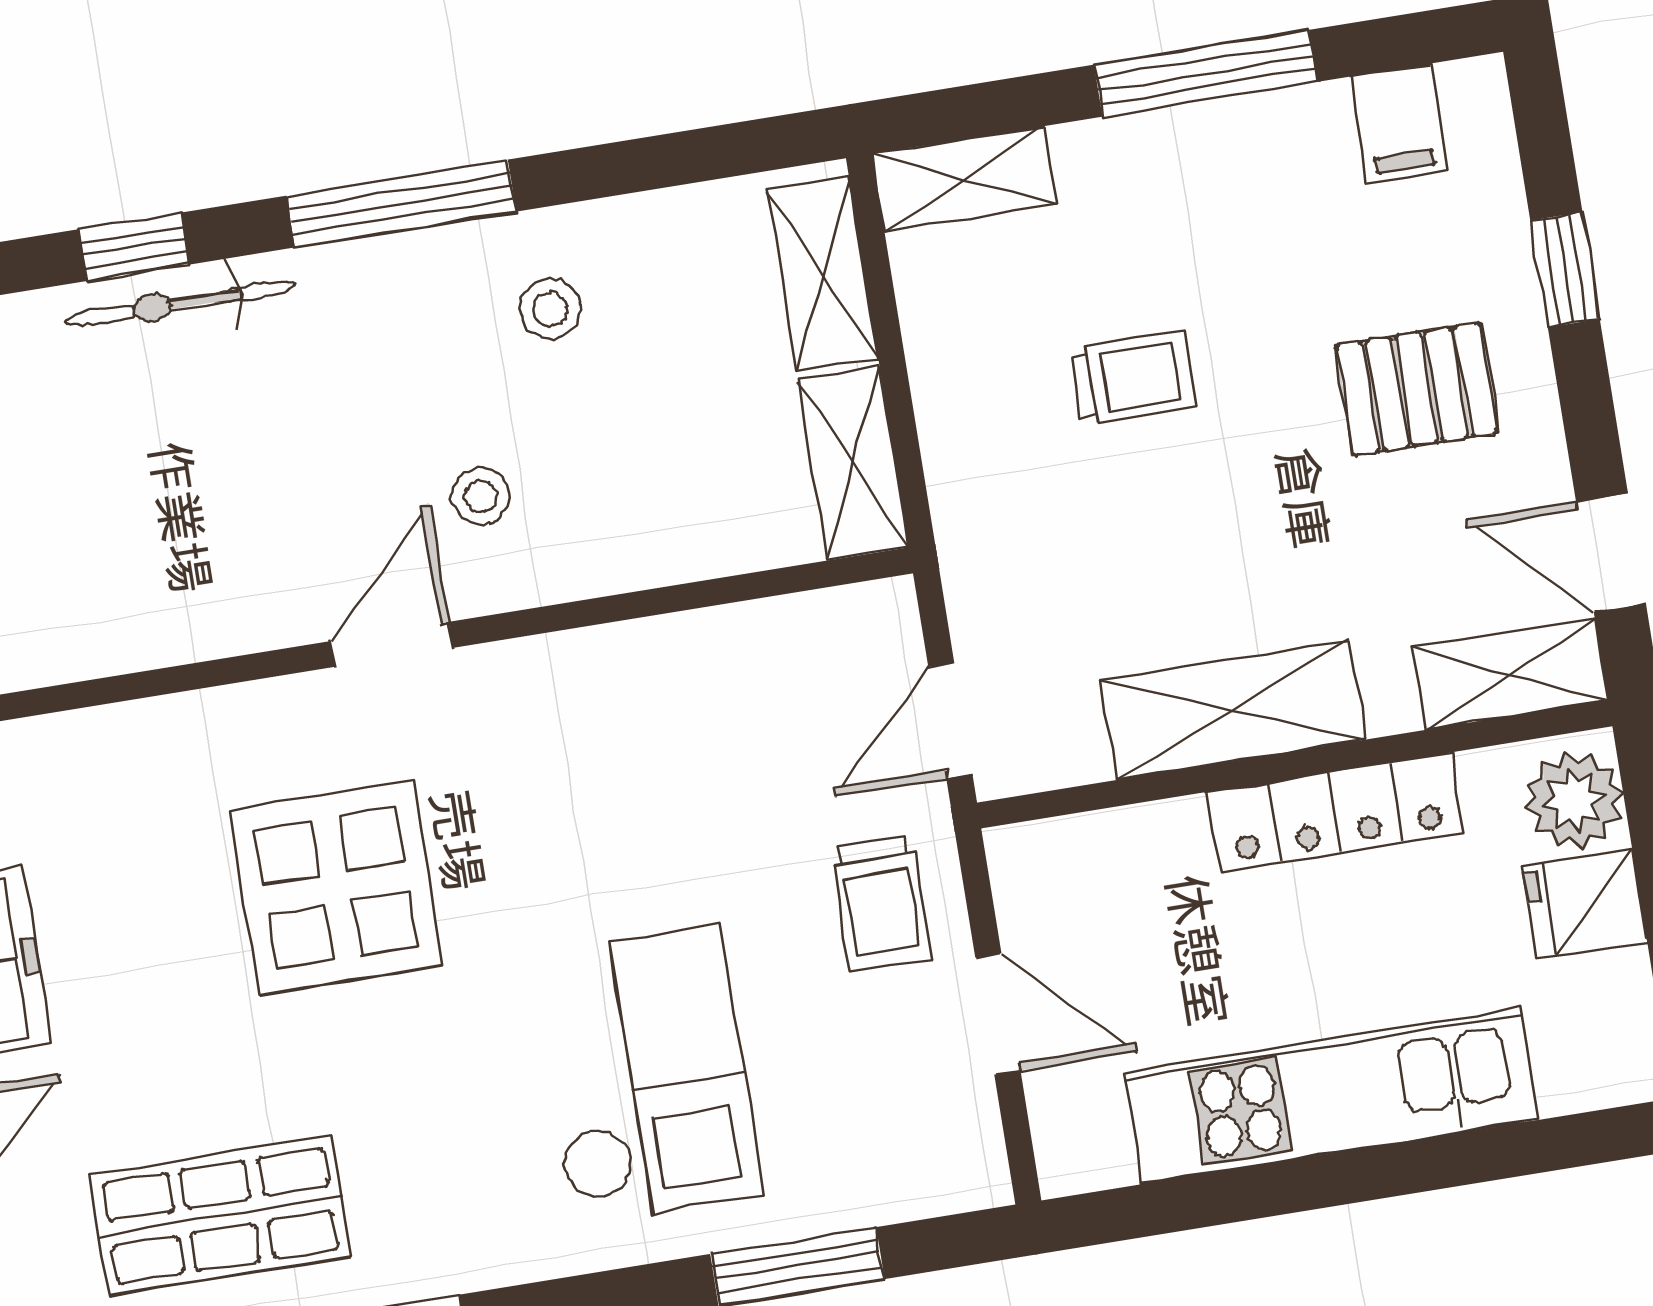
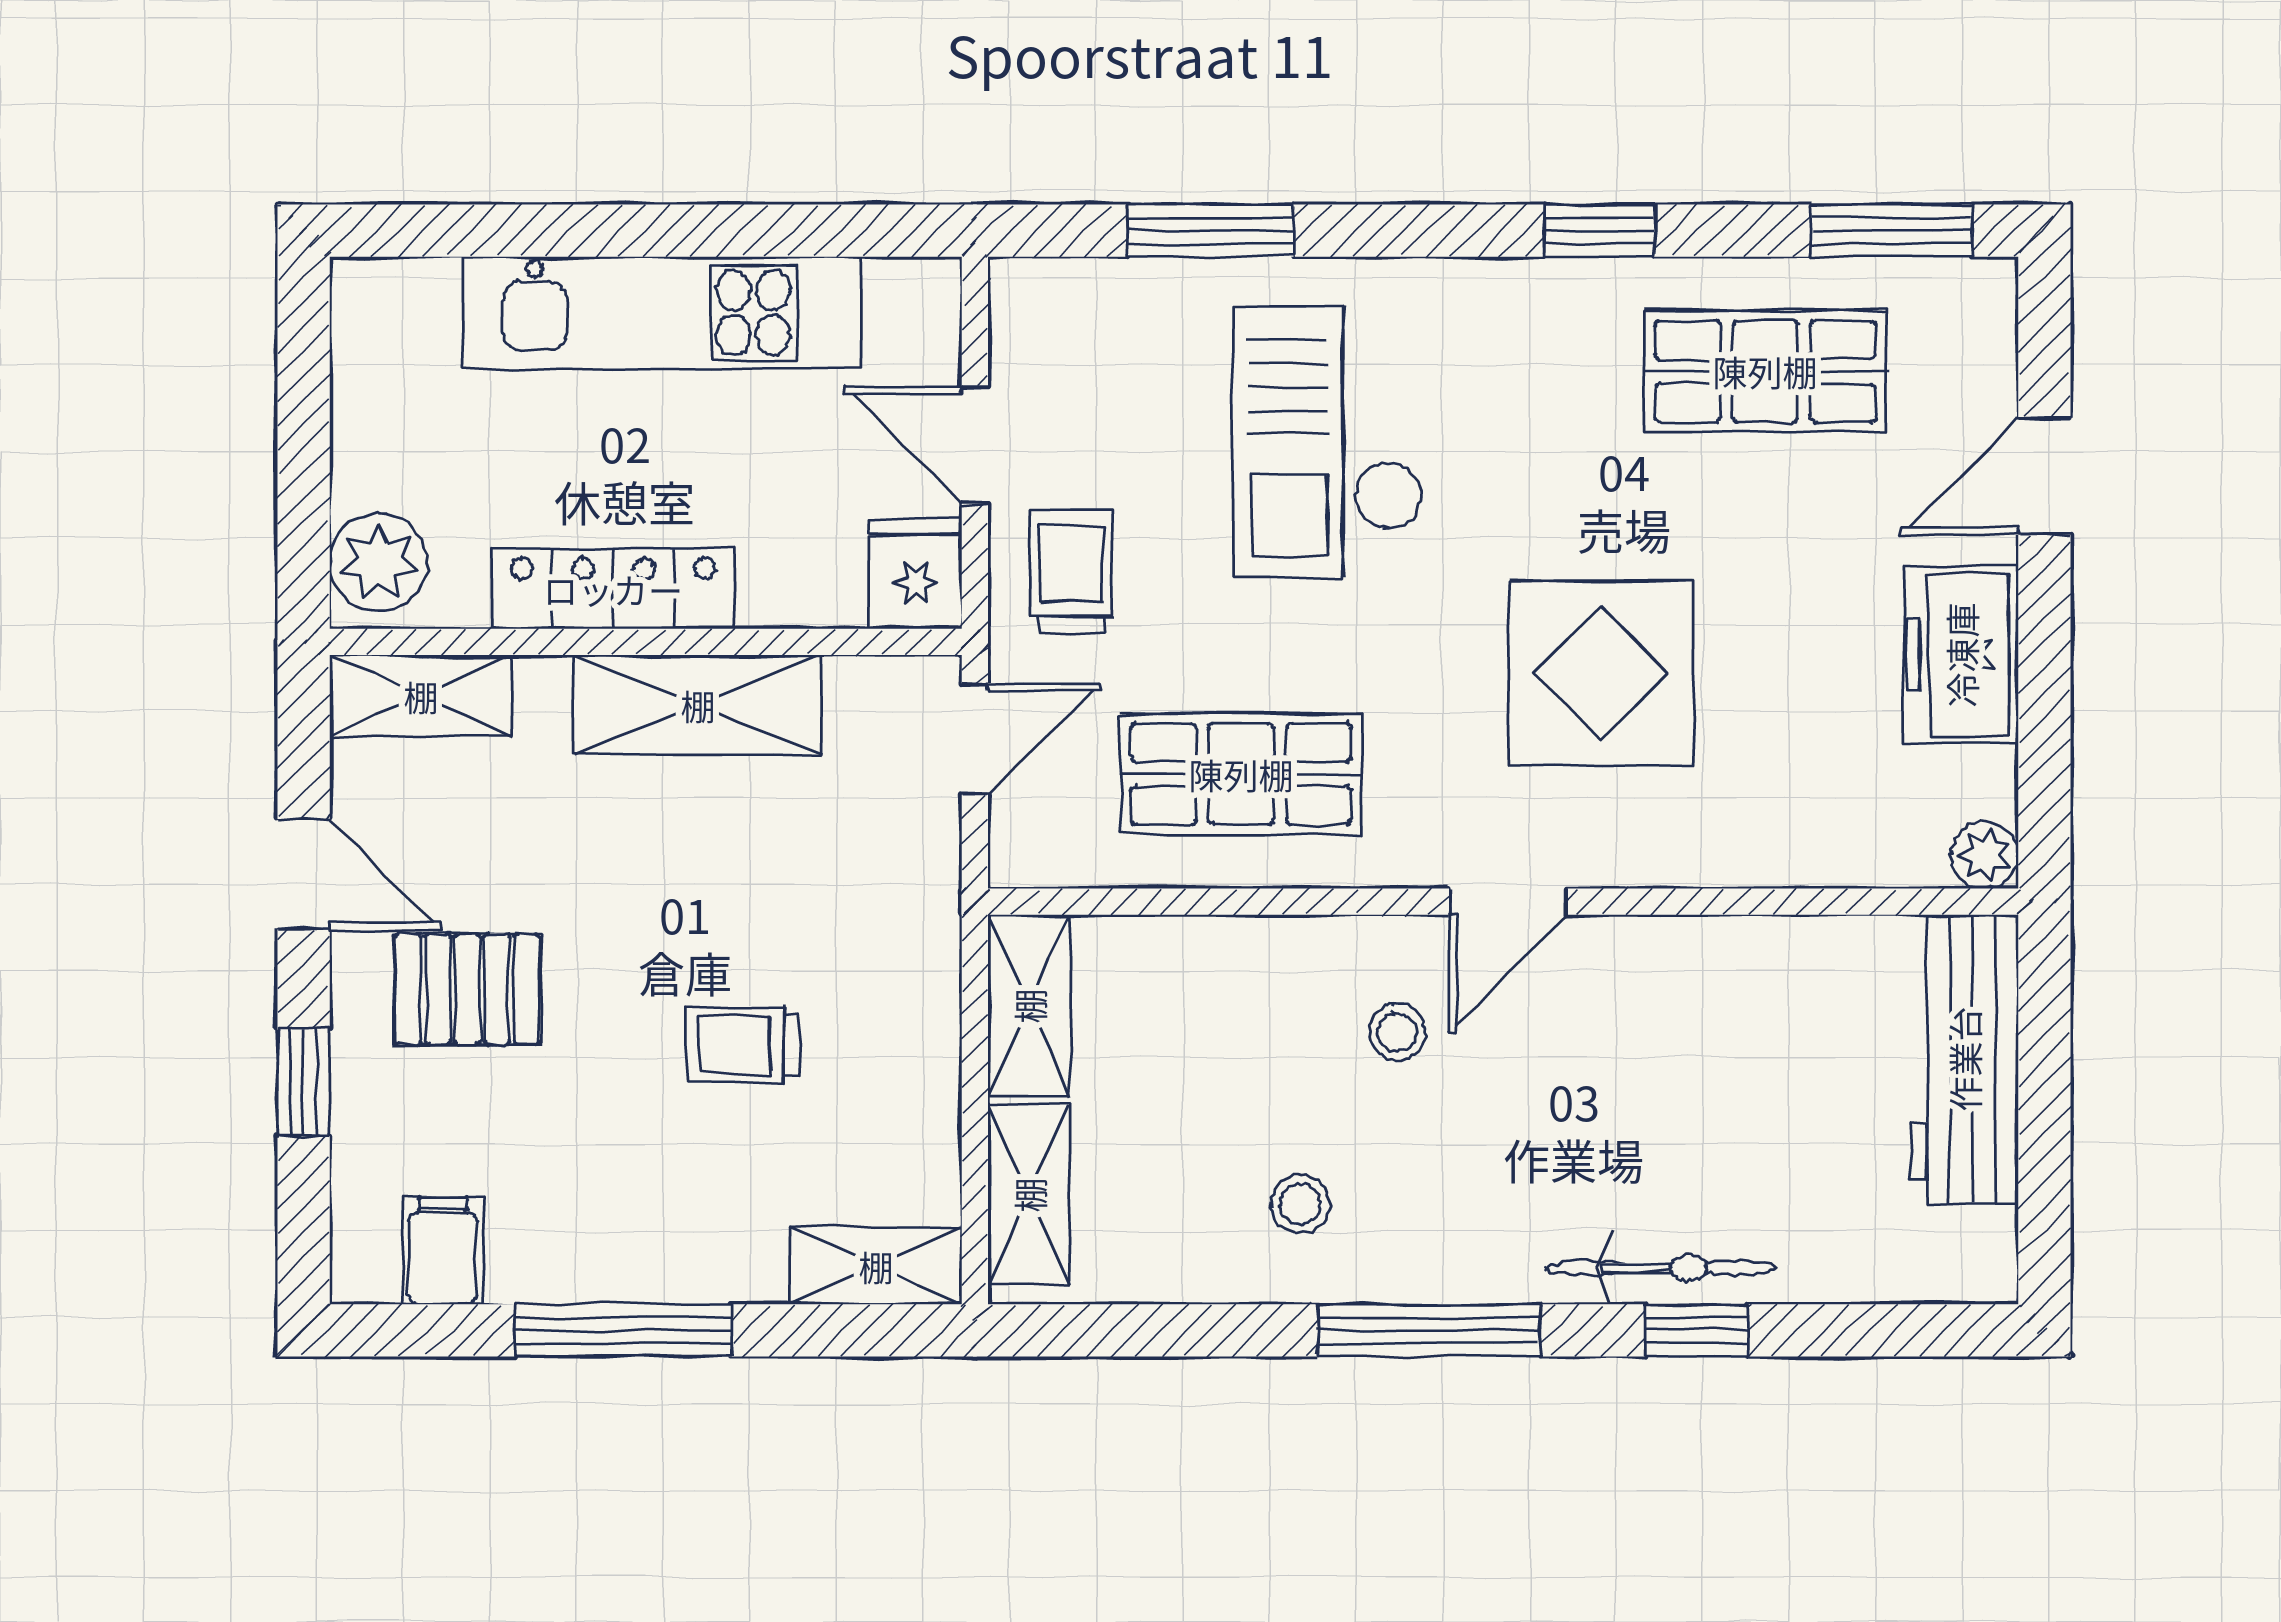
door: (1611, 553) -> (304, 874), moved
shop shelf: (679, 729) -> (1241, 774), added
fridge: (1585, 904) -> (916, 574), moved, turned -90

